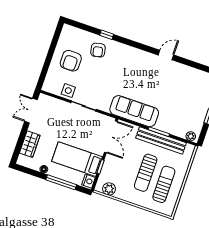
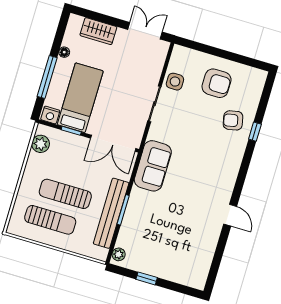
armchair: (71, 61) -> (217, 83), turned 180
sofa: (134, 111) -> (153, 166), width x0.73

